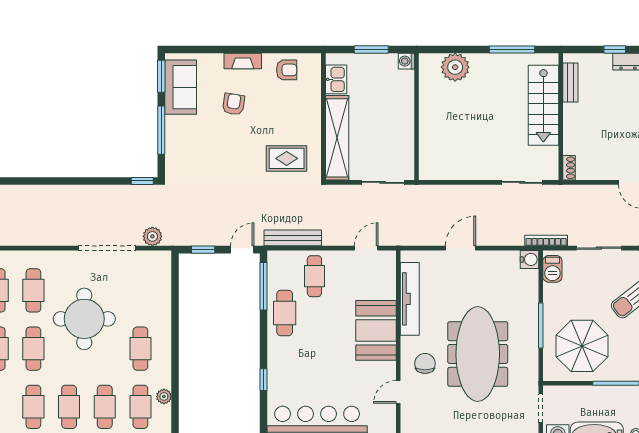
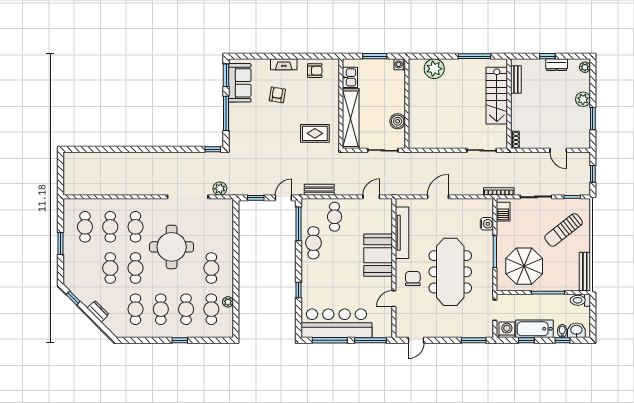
boiler: (403, 141) -> (398, 121), added
bench: (293, 238) -> (319, 190), width x0.73
water cooler: (529, 259) -> (487, 224), moved

